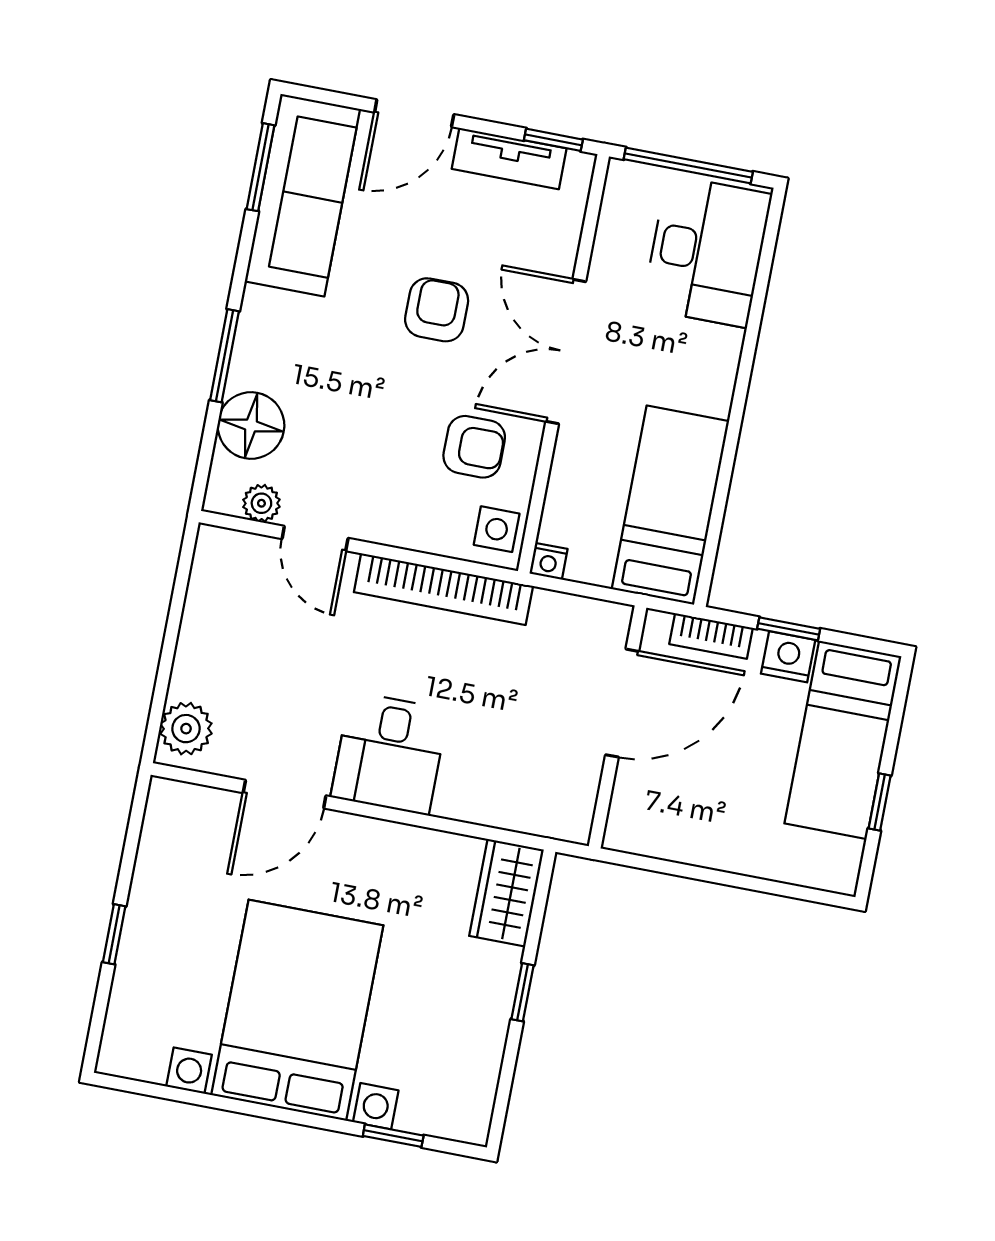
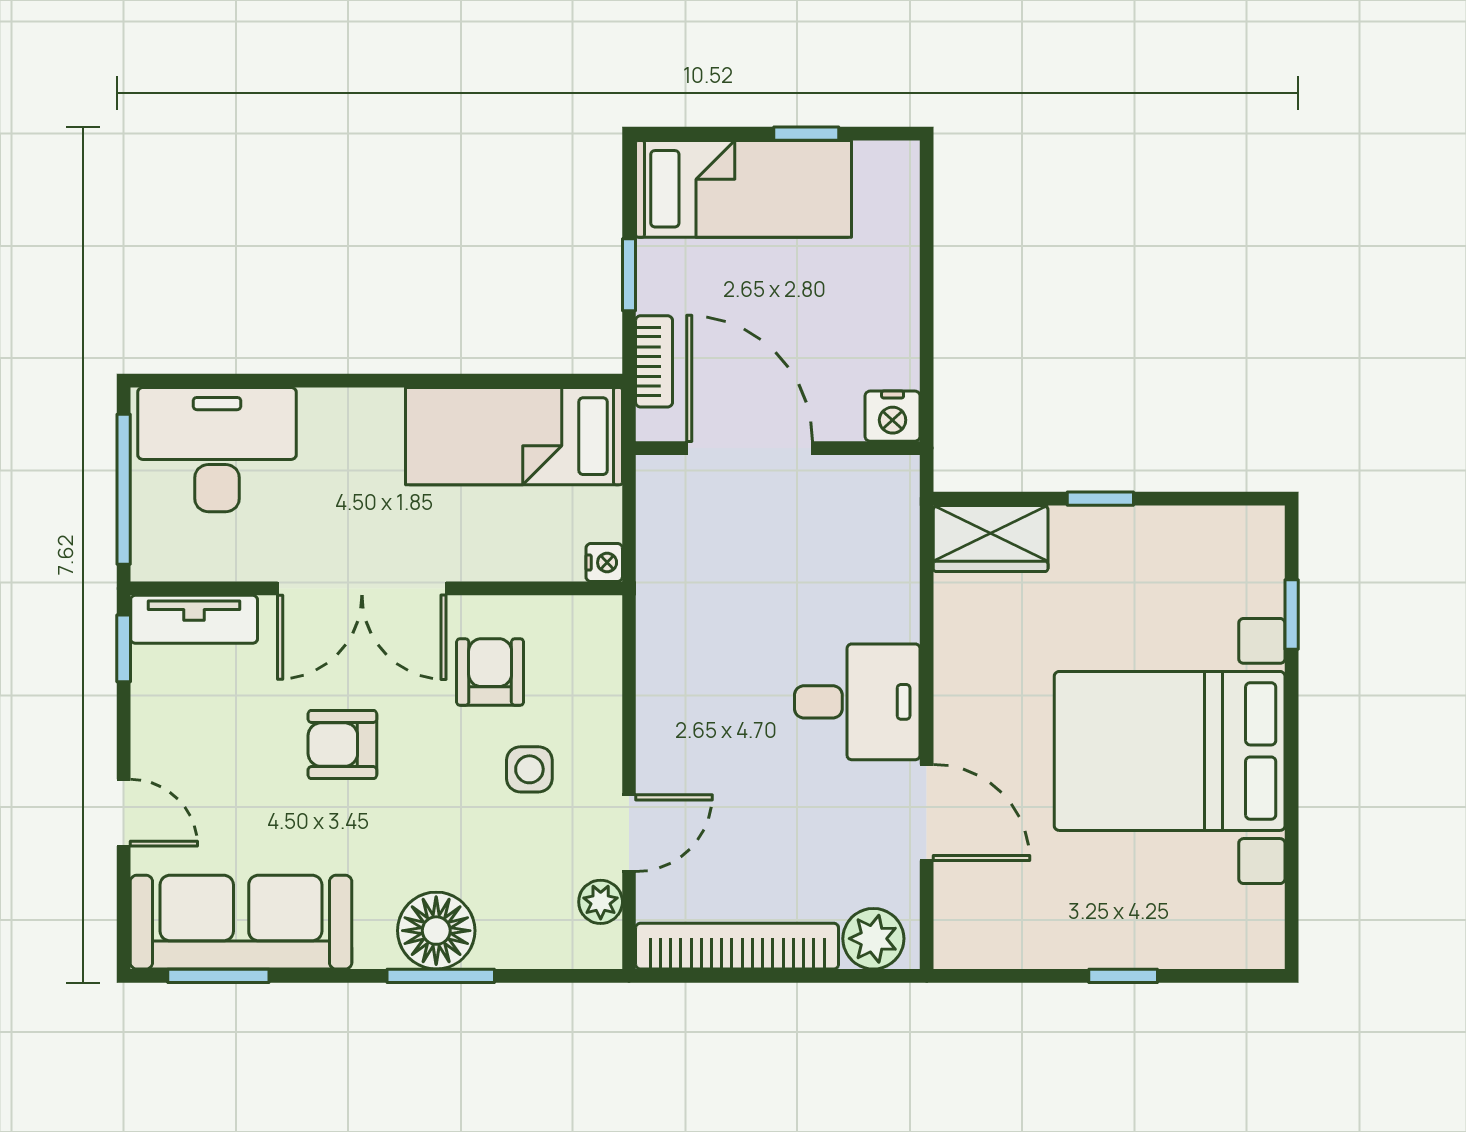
door: (414, 113) -> (124, 813), width x0.73
tv unit: (509, 159) -> (194, 619), moved, turned 90
floor lamp: (251, 425) -> (436, 931), moved
side table: (497, 529) -> (529, 769), moved
bookcase: (443, 589) -> (737, 946), moved, turned -90
nightstand: (788, 657) -> (893, 416), moved, turned -90

